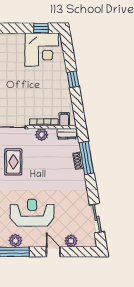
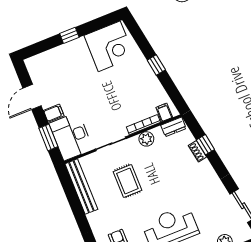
window: (41, 28) -> (69, 35), moved
window: (87, 158) -> (205, 145), width x0.46

